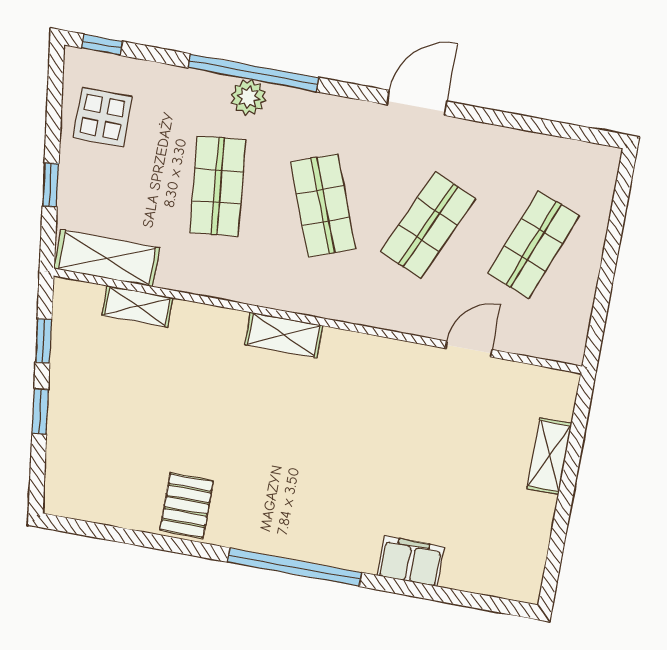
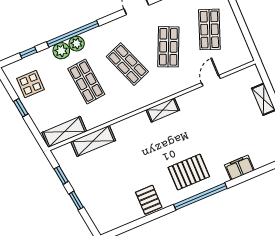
window: (102, 45) -> (28, 53), moved
plant: (208, 91) -> (61, 51), added
window: (51, 185) -> (21, 108), moved
shelving: (137, 306) -> (93, 141), width x1.50, depth x1.33
shelving: (284, 335) -> (163, 110), moved
pallet: (304, 503) -> (189, 172), added

